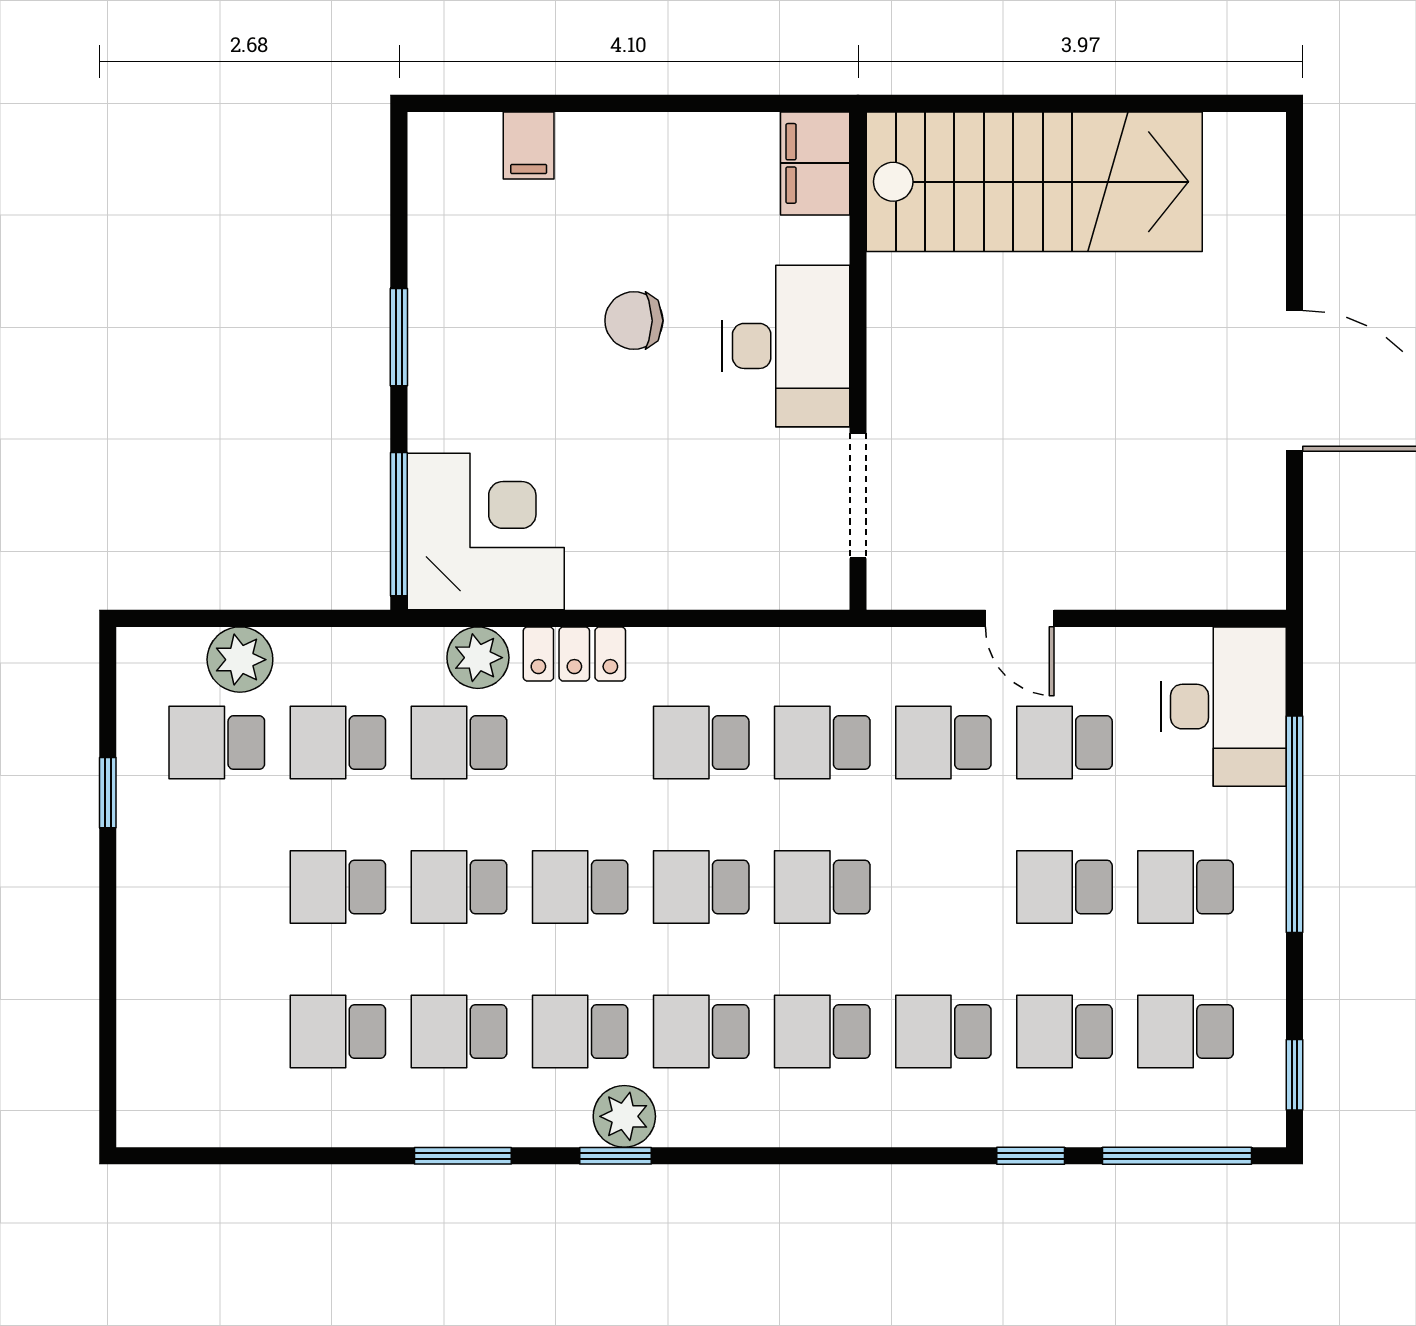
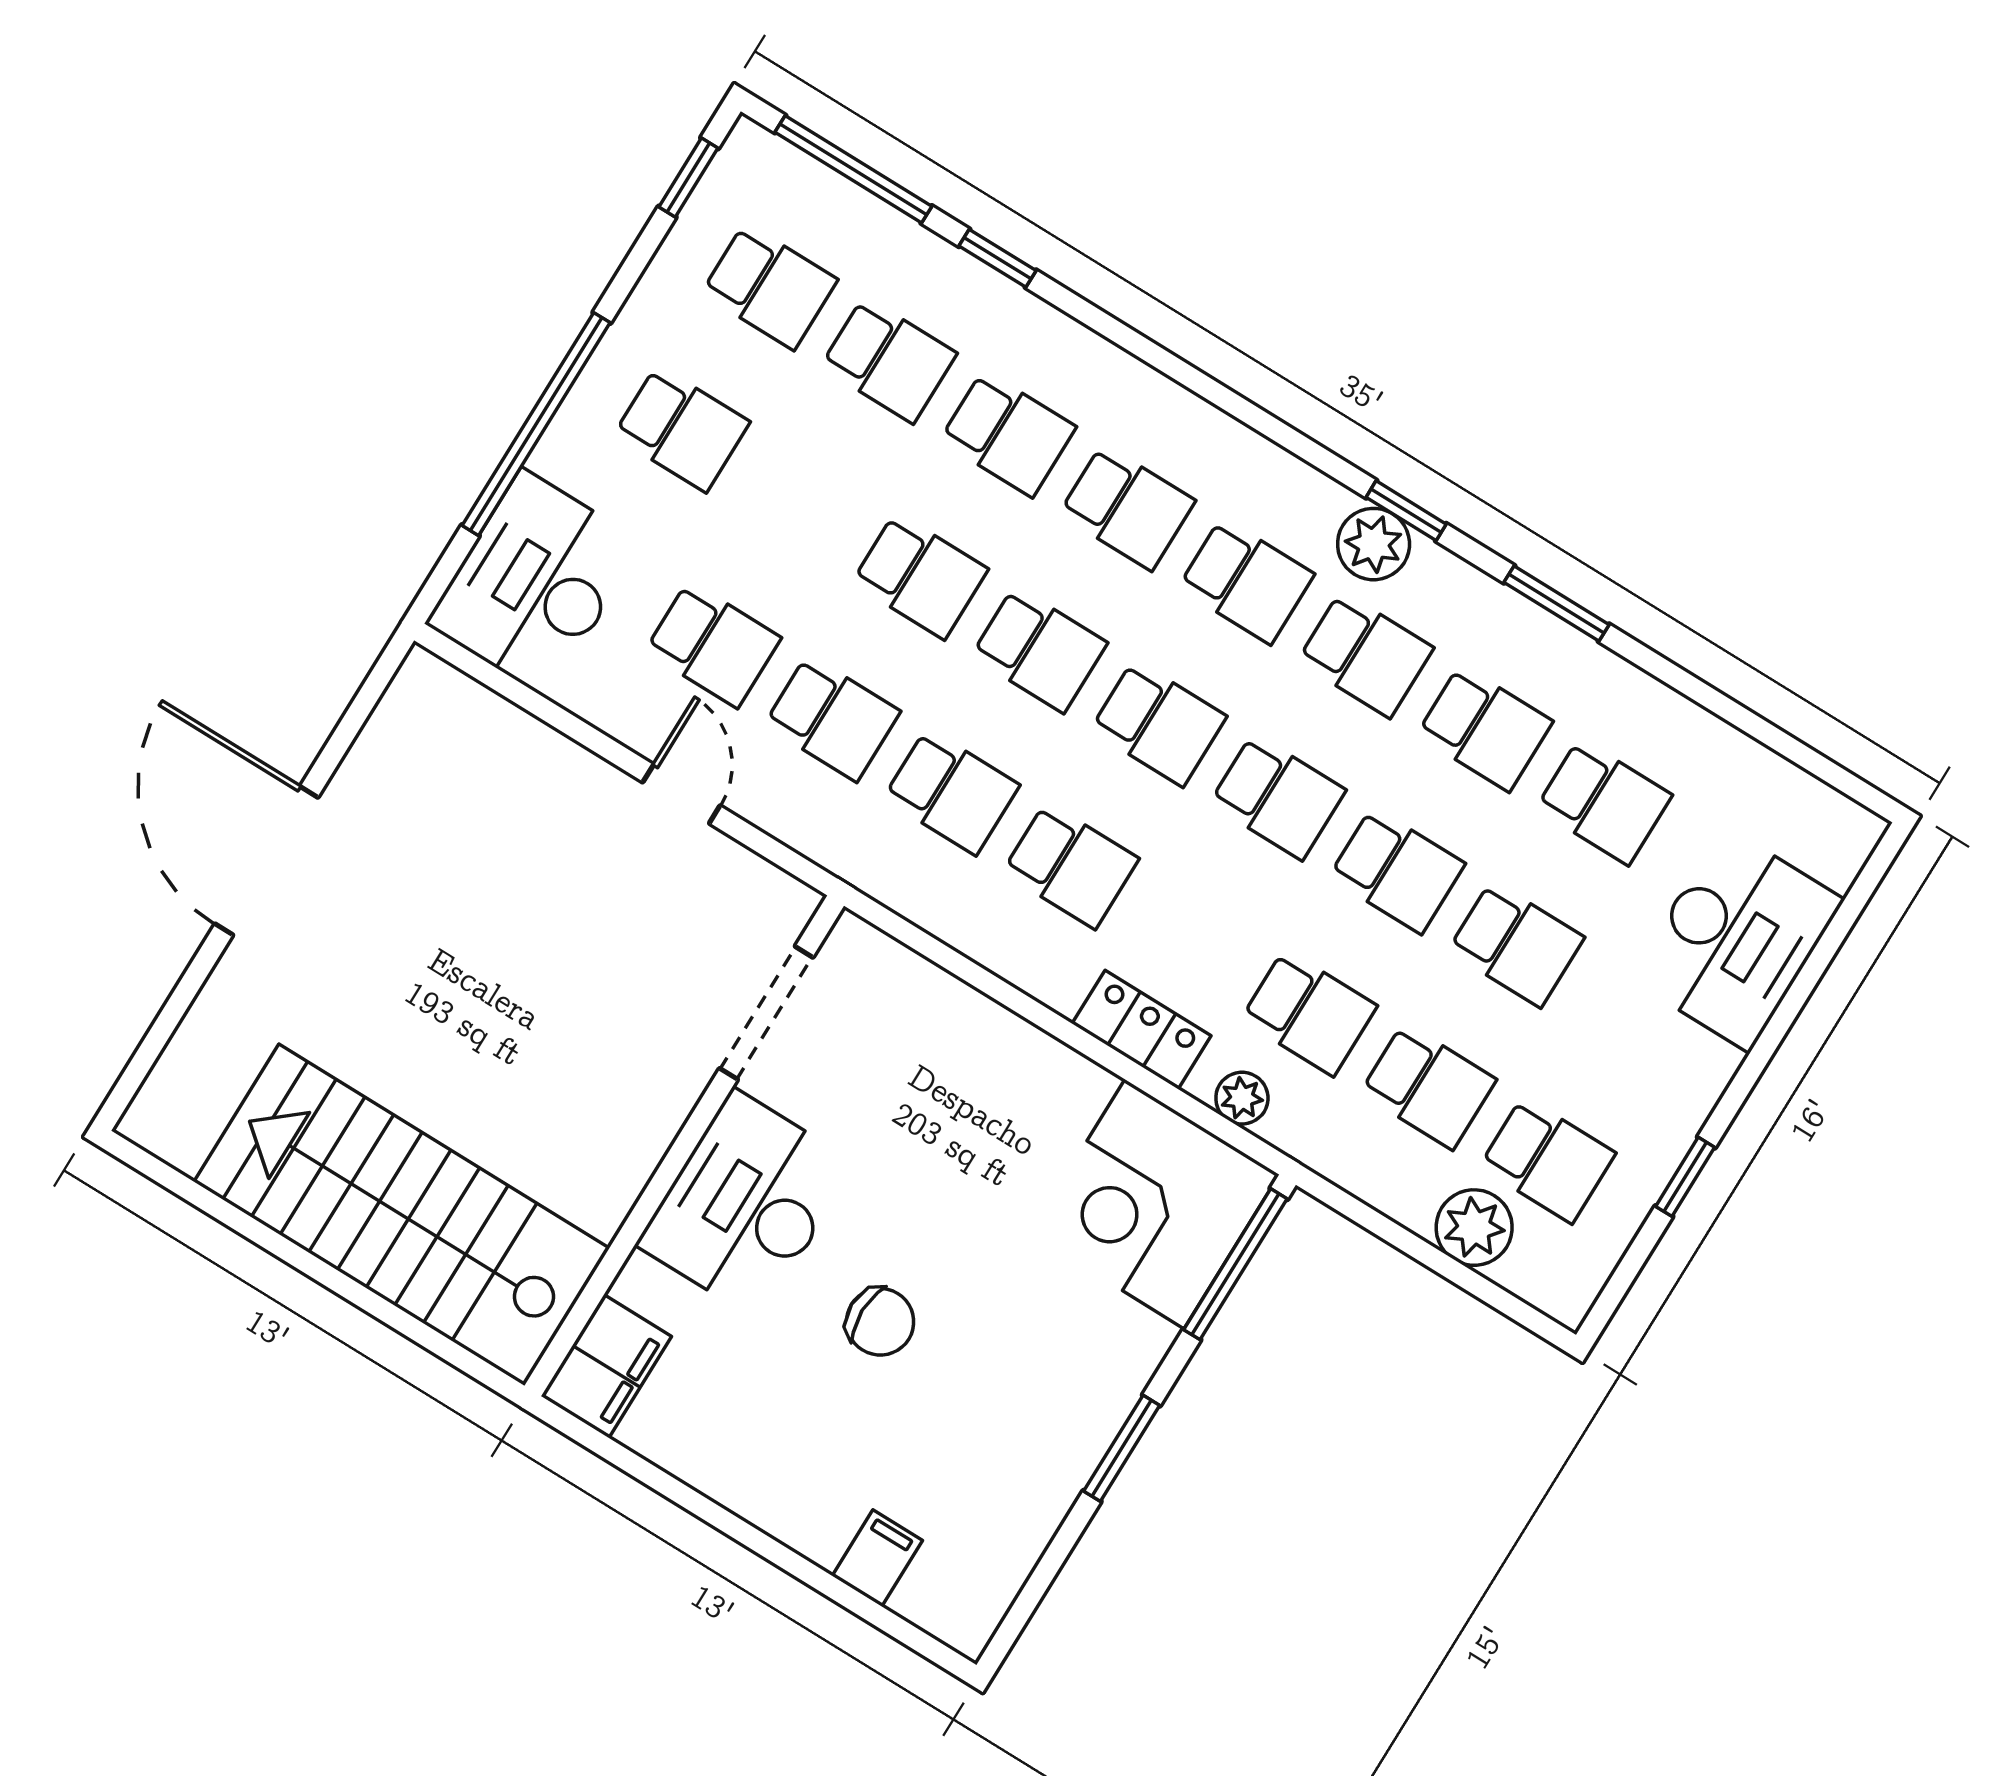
plant: (478, 658) -> (1242, 1098), width x0.73, depth x0.73
school desk: (1064, 887) -> (920, 576), moved
desk: (178, 991) -> (1737, 939), added

